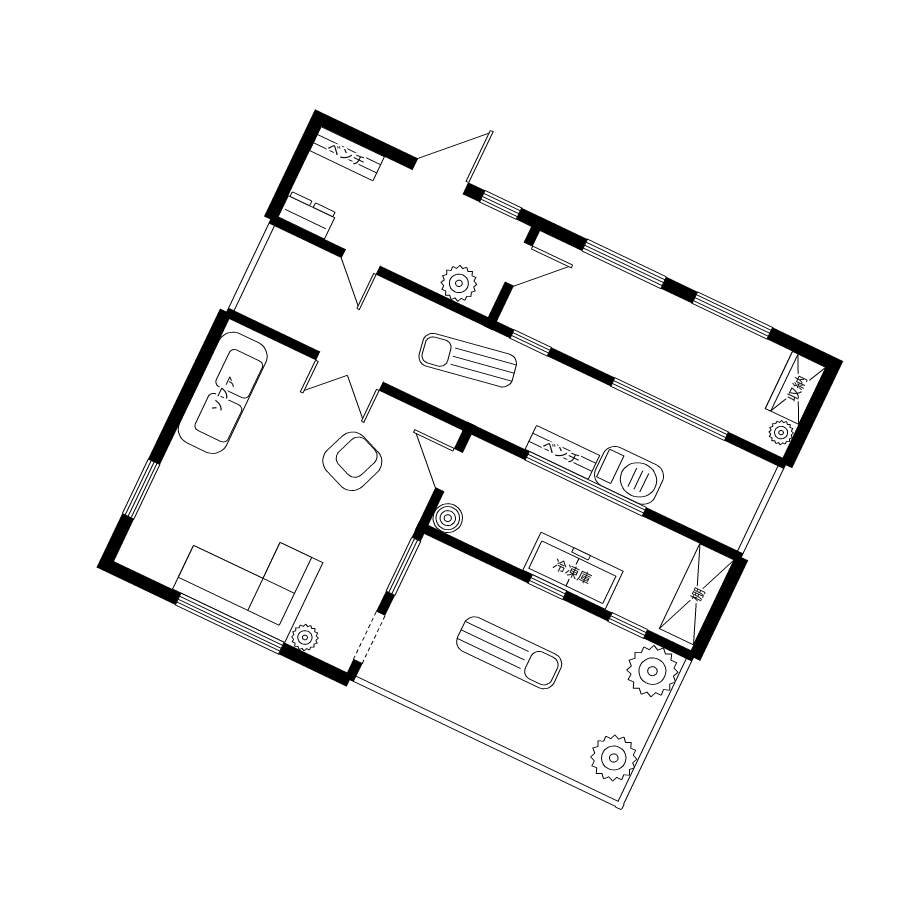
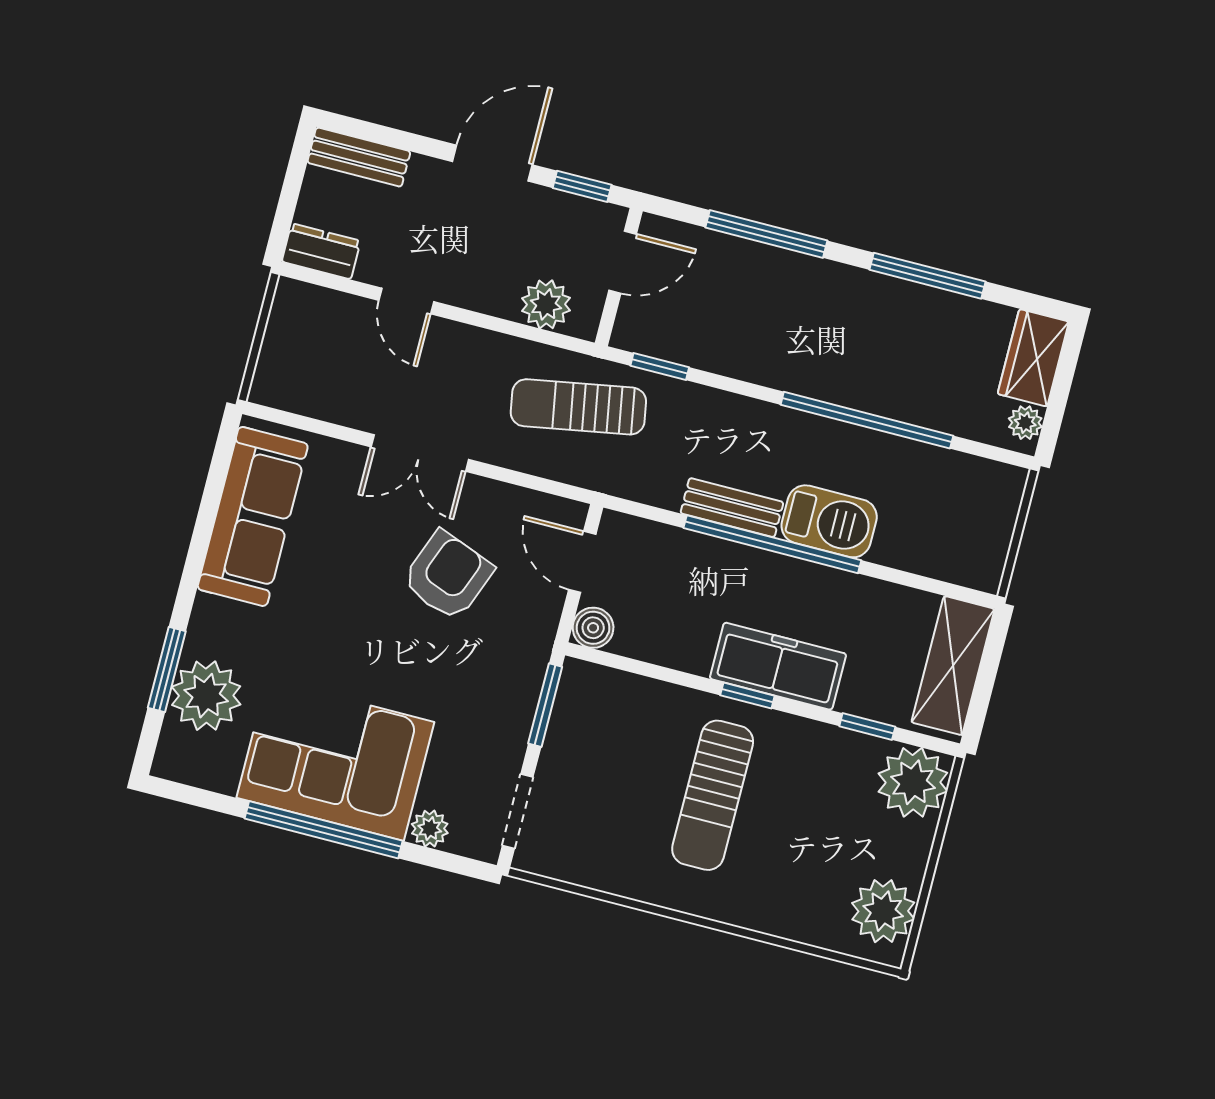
plant: (165, 513) -> (206, 696), added
sun lounger: (509, 653) -> (713, 795), turned 90

